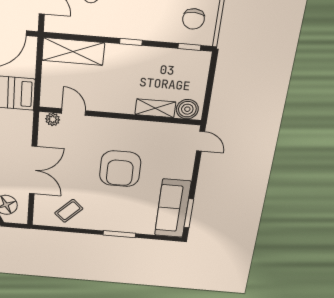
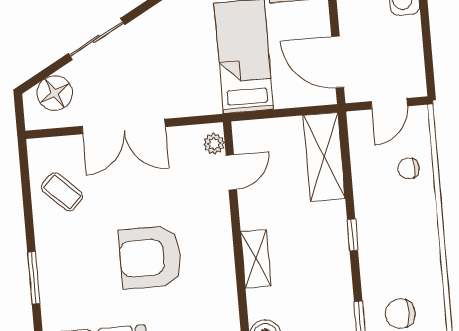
shelving: (155, 108) -> (256, 259), moved

